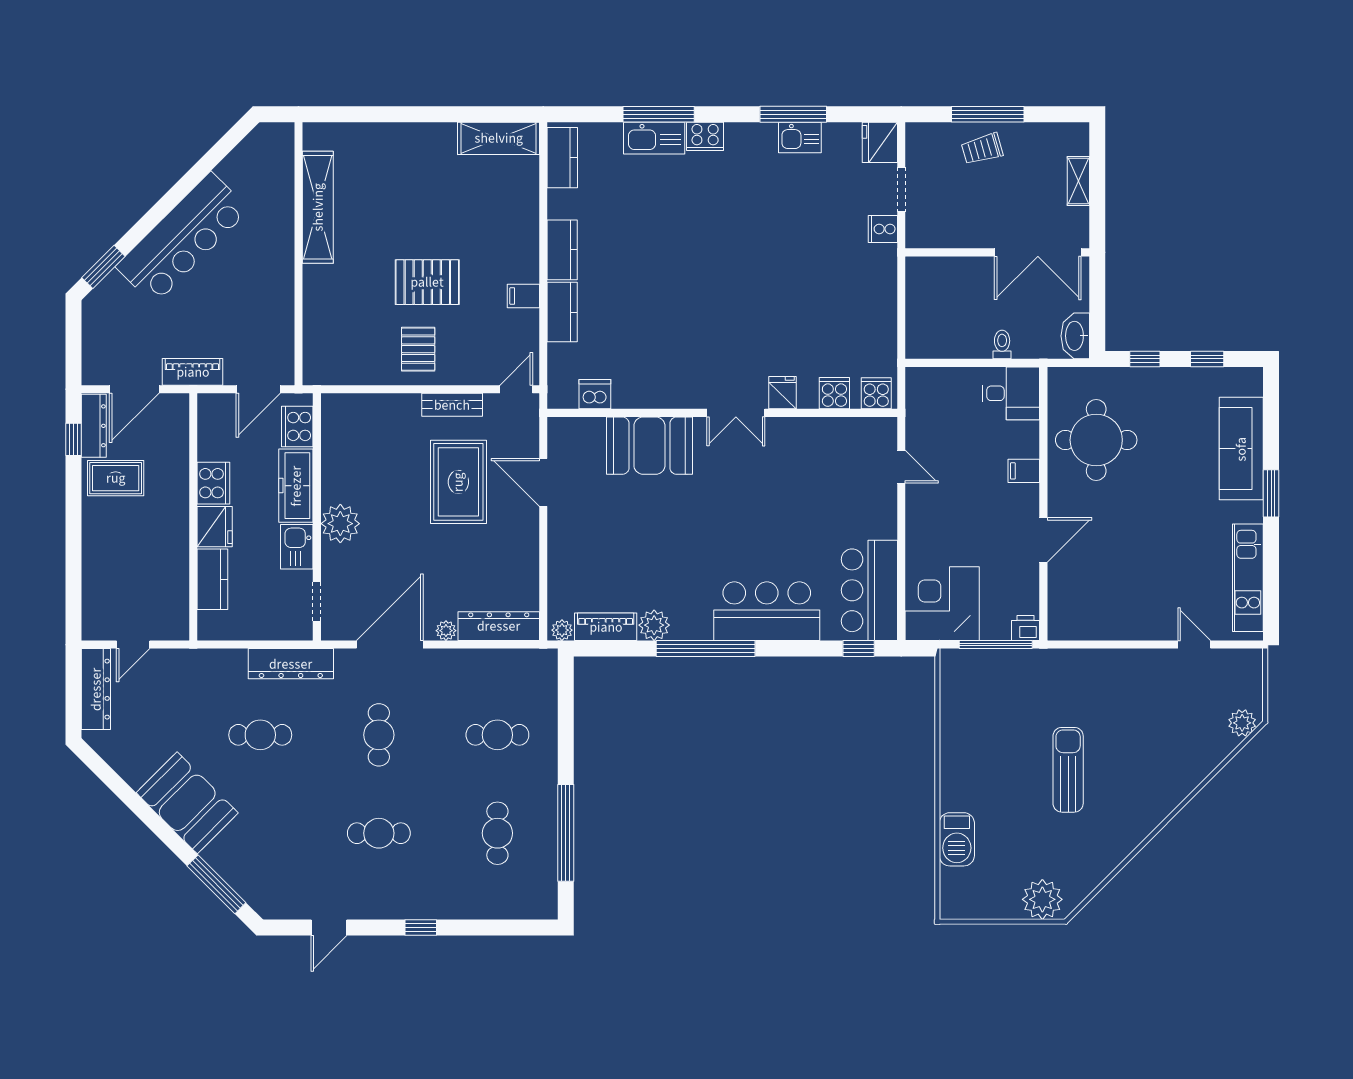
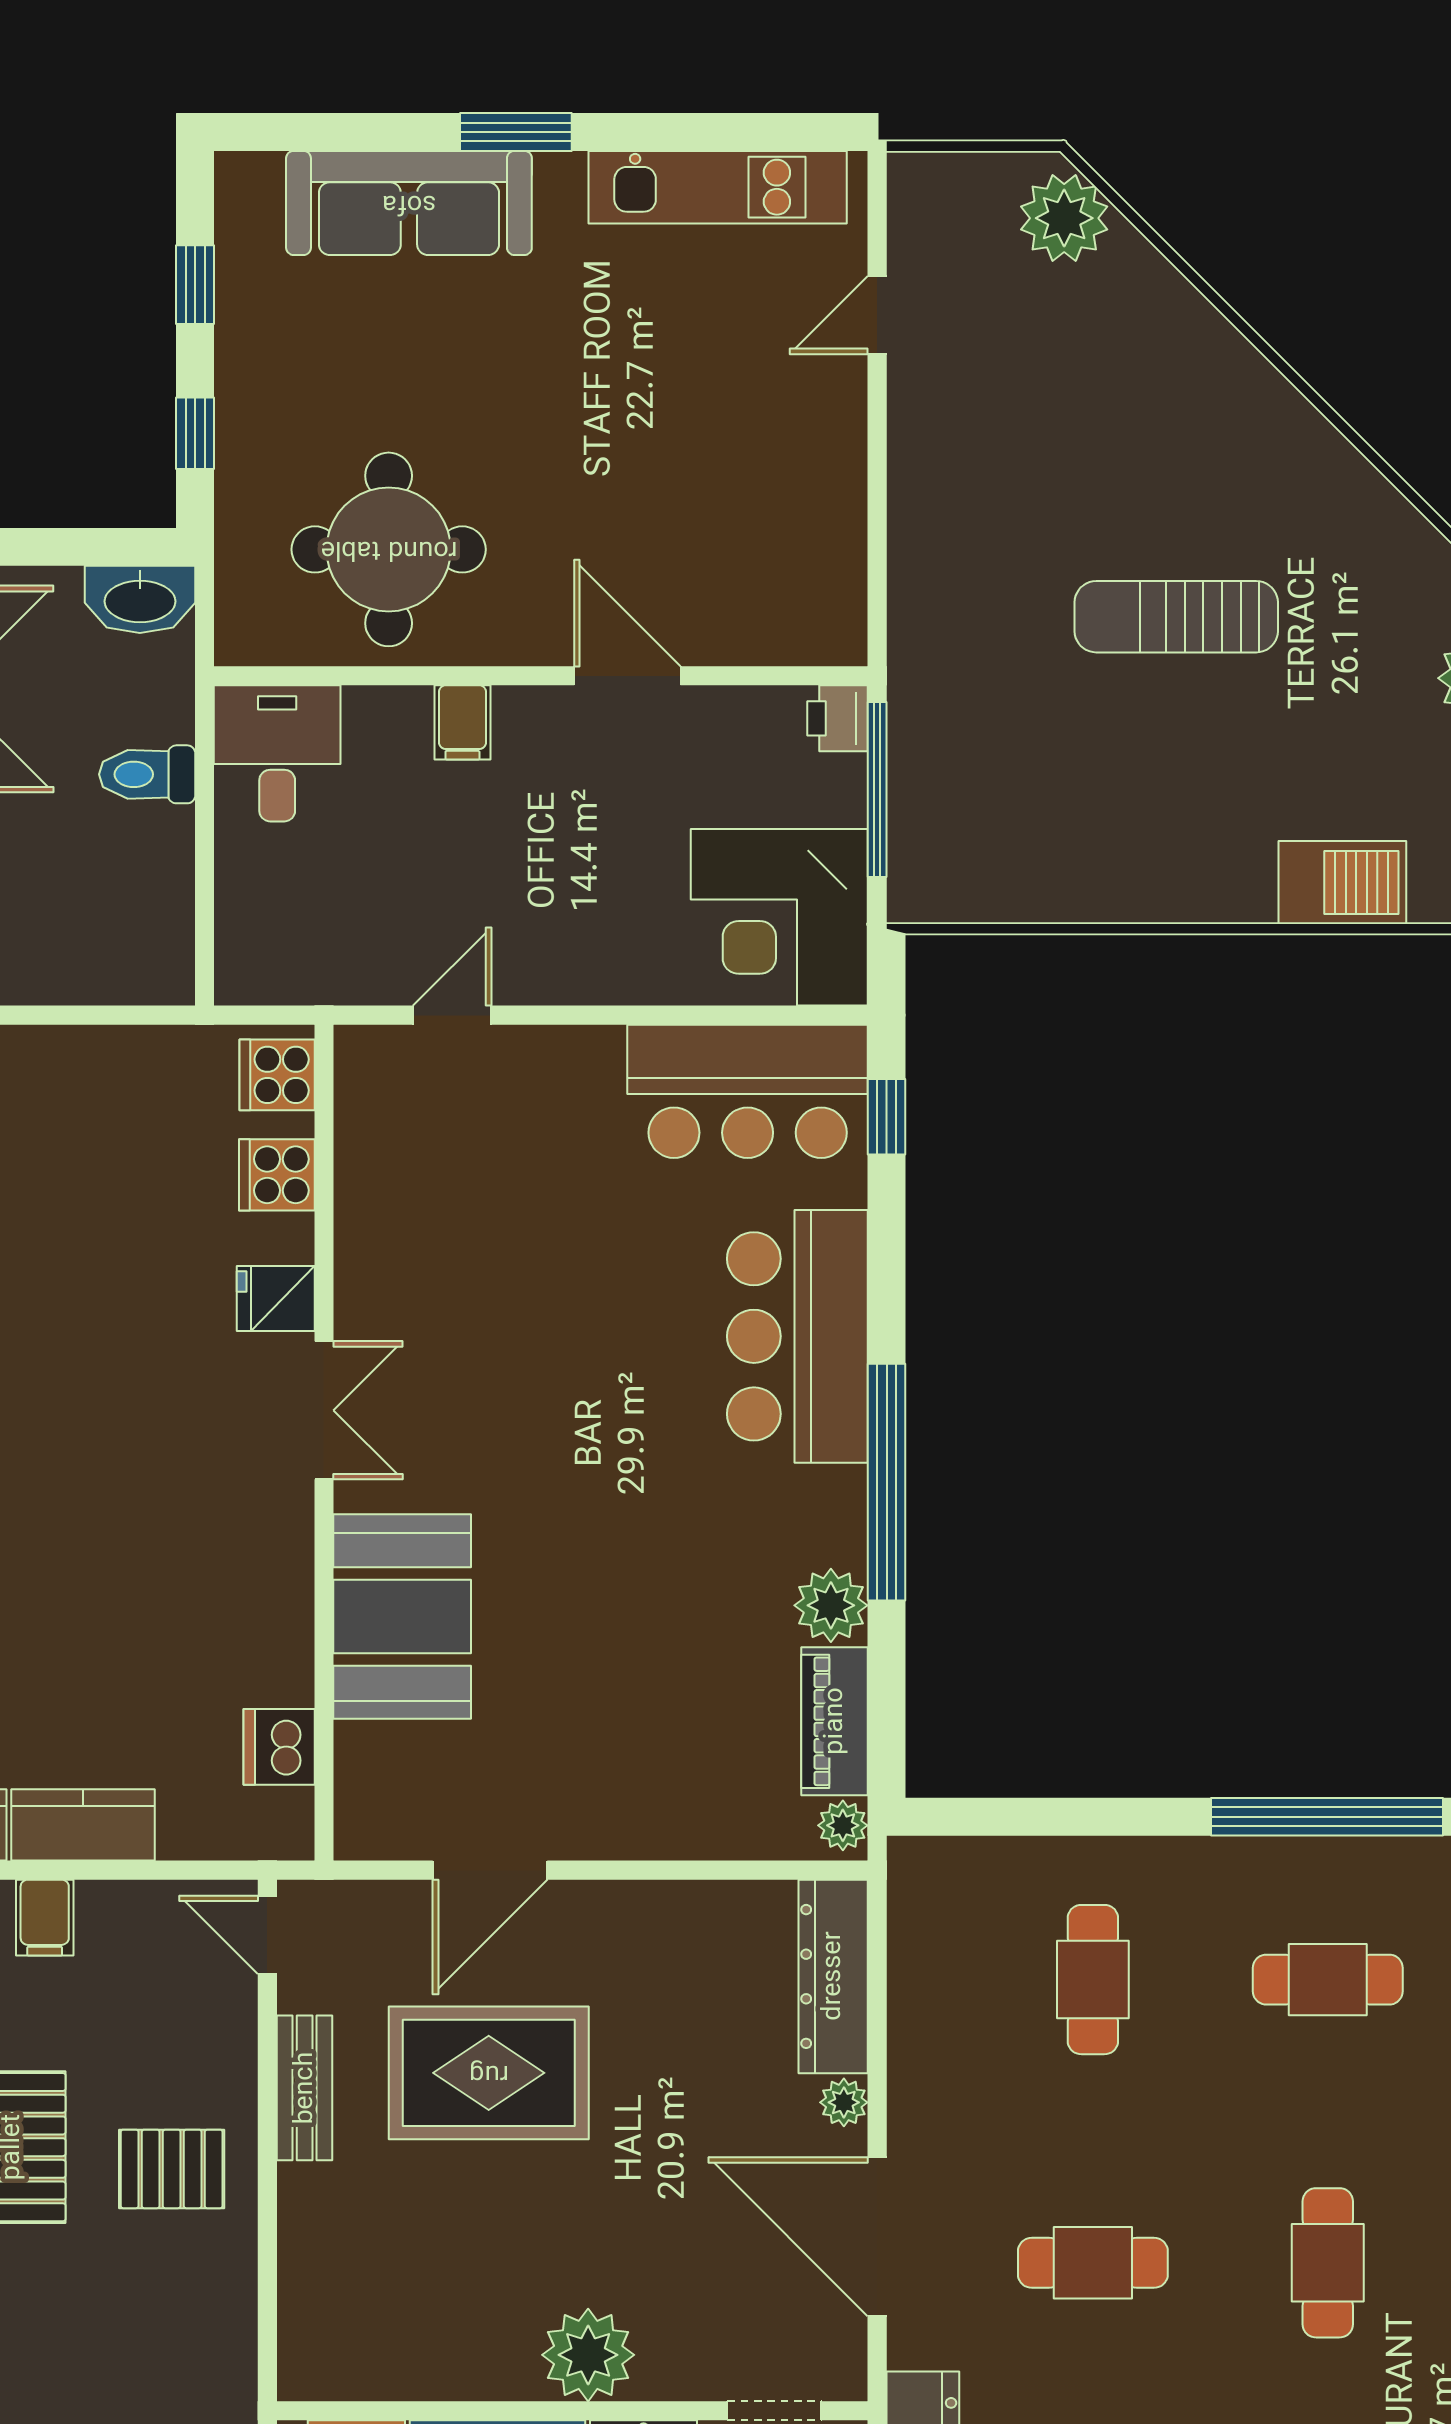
toilet: (1002, 344) -> (147, 774), width x1.37, depth x1.39
plant: (1242, 723) -> (1064, 218), width x1.36, depth x1.36

